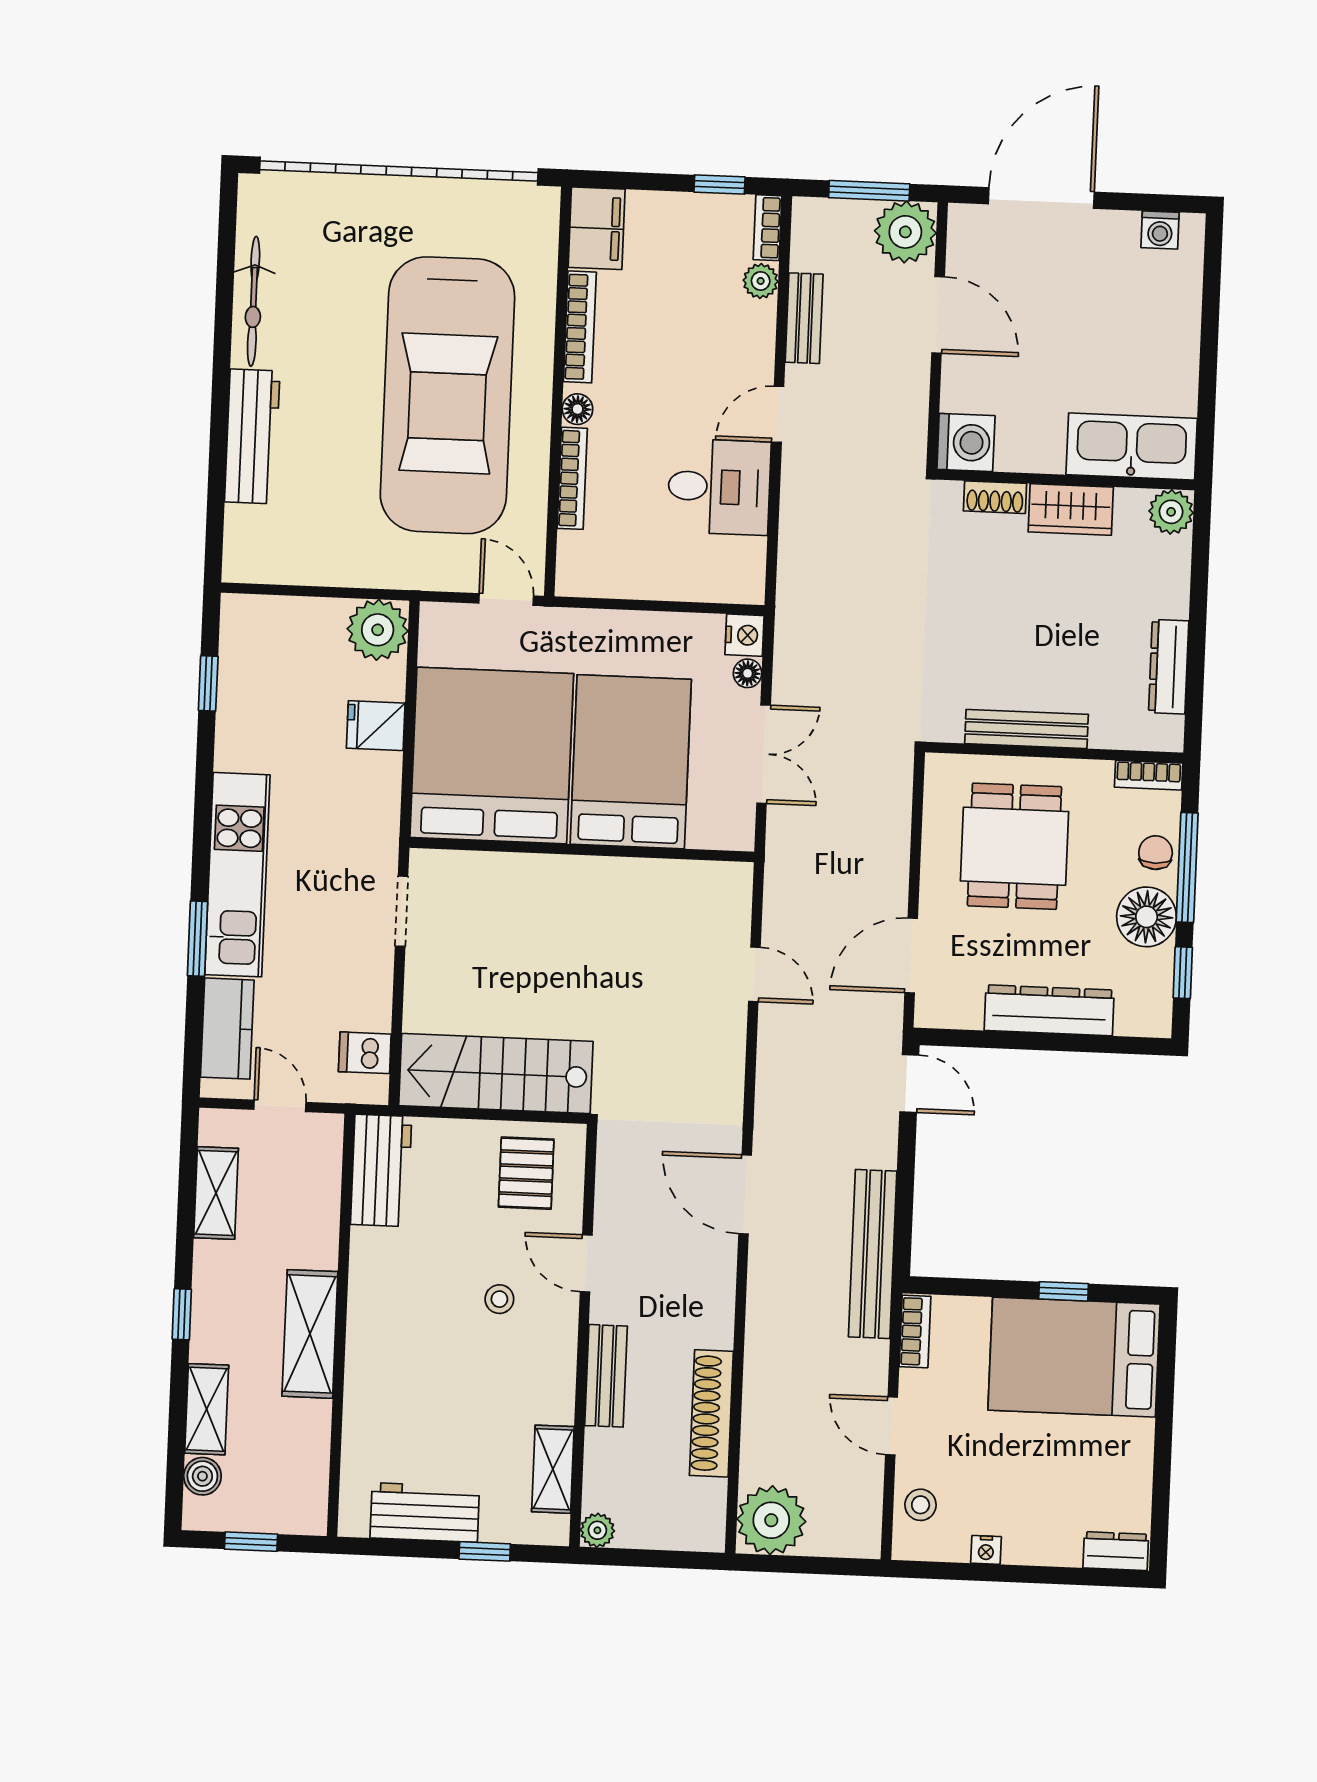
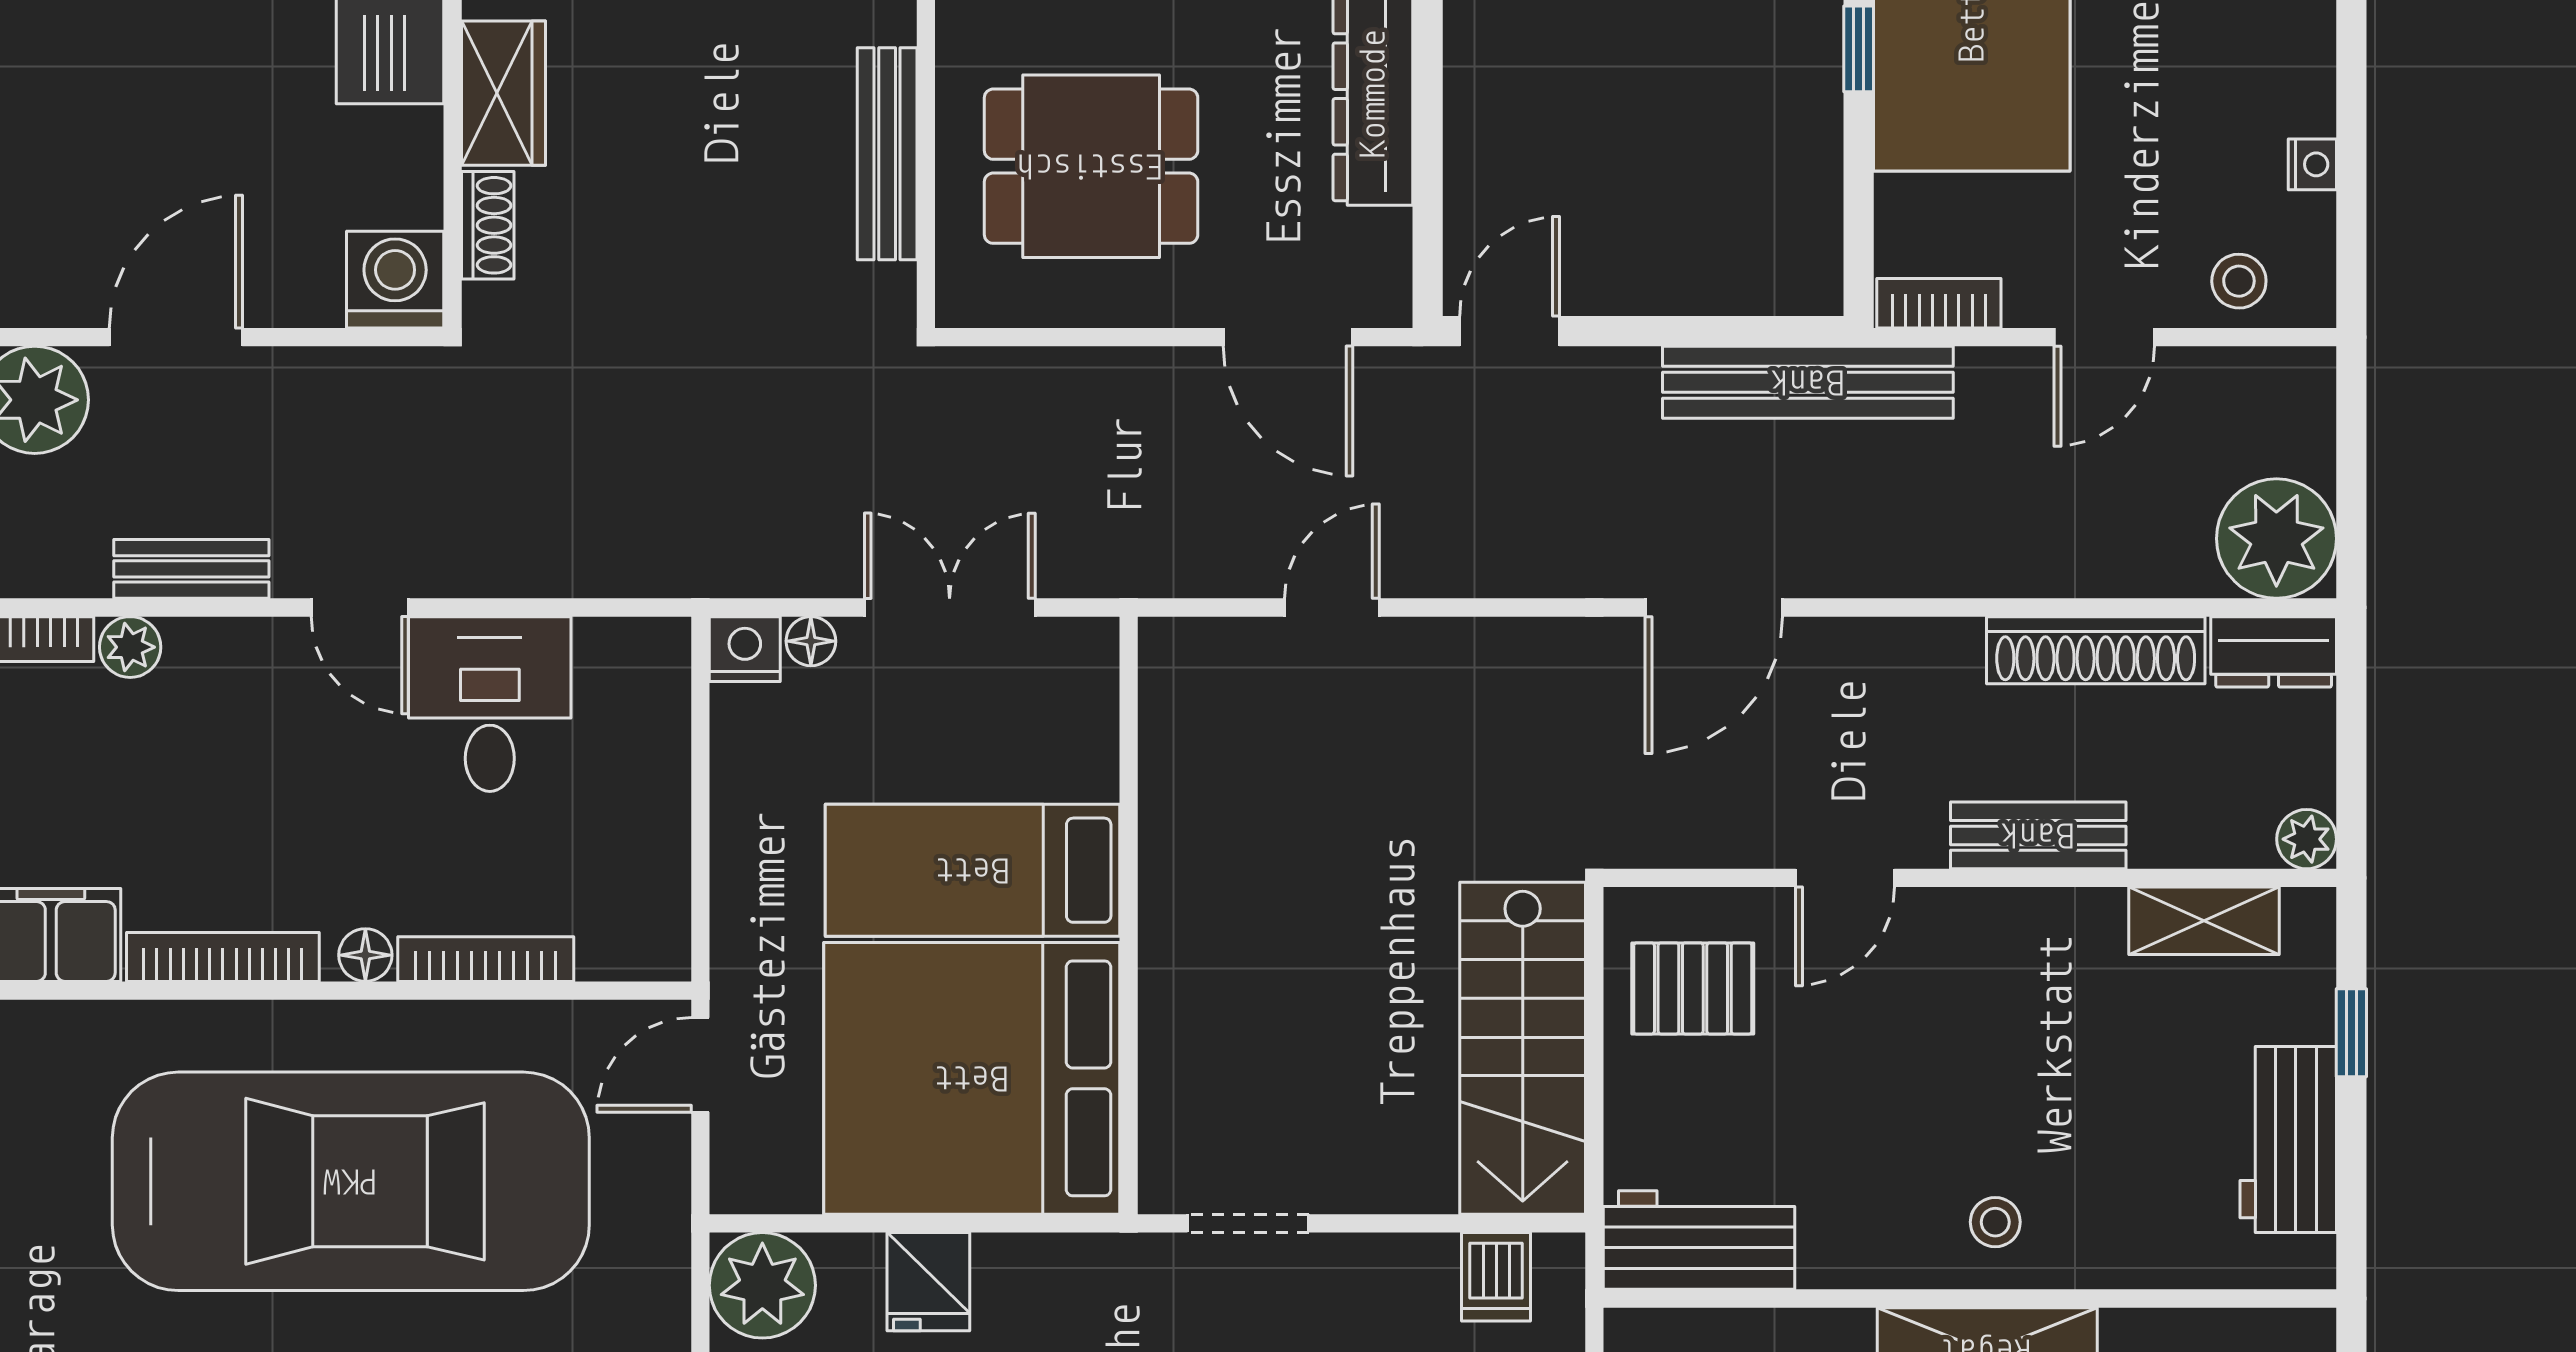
bed: (631, 762) -> (973, 870), width x0.67
stool: (499, 1299) -> (1995, 1222), moved
dresser: (706, 1516) -> (2274, 652), added

